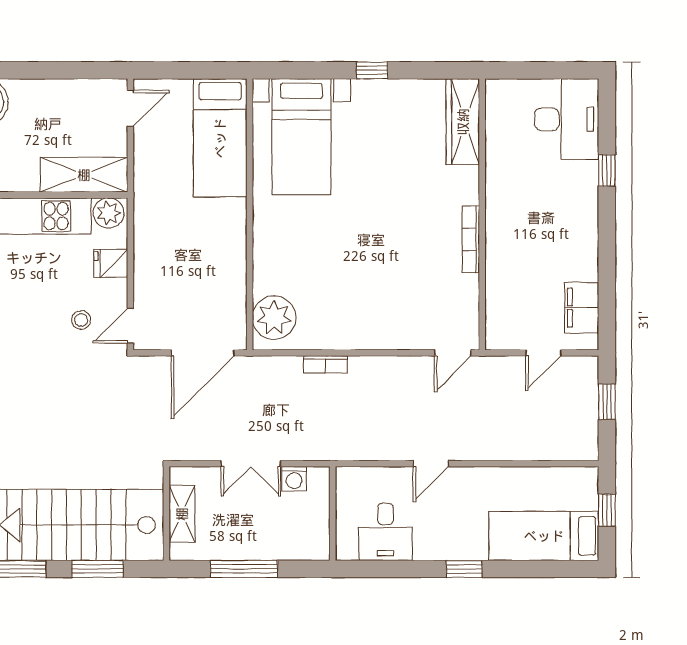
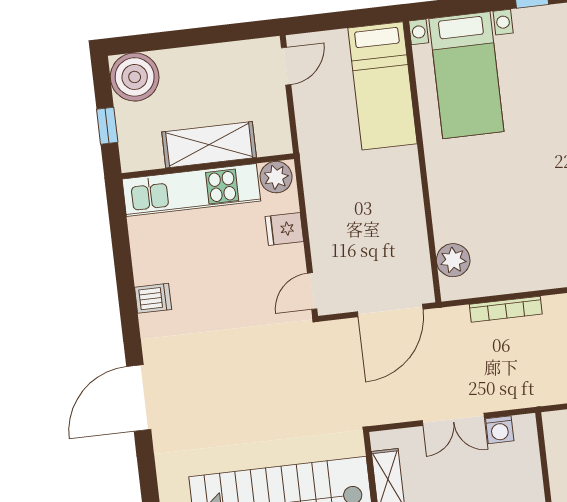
shelving: (84, 175) -> (209, 145), moved
plant: (274, 318) -> (453, 260), width x0.73, depth x0.73
stool: (81, 320) -> (260, 291), removed
bookcase: (325, 364) -> (506, 309), width x1.56

